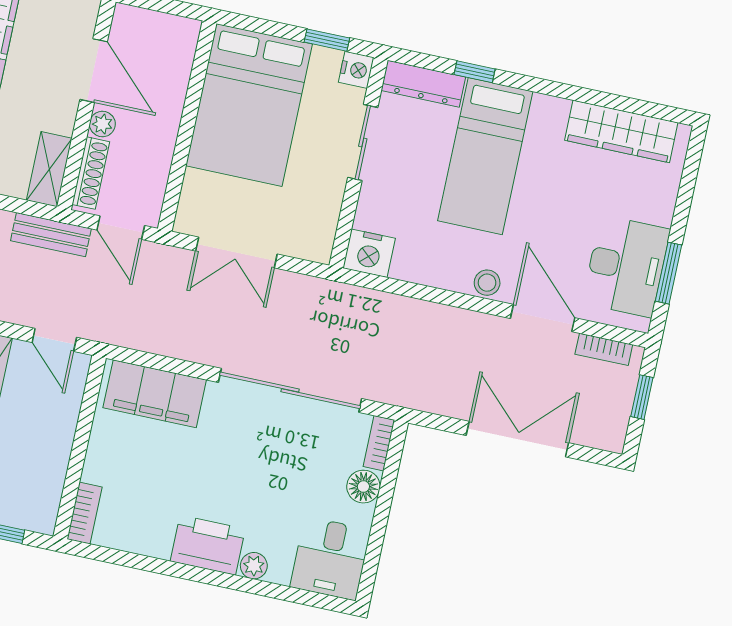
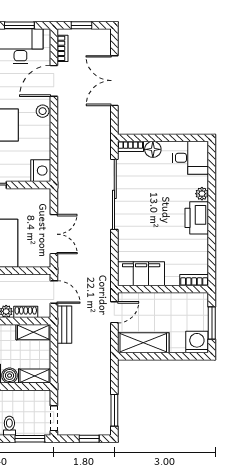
shoe rack: (91, 173) -> (26, 312), width x0.70
door: (121, 228) -> (54, 292), hinge flipped
filing cabinet: (155, 394) -> (141, 274), moved, turned -90

